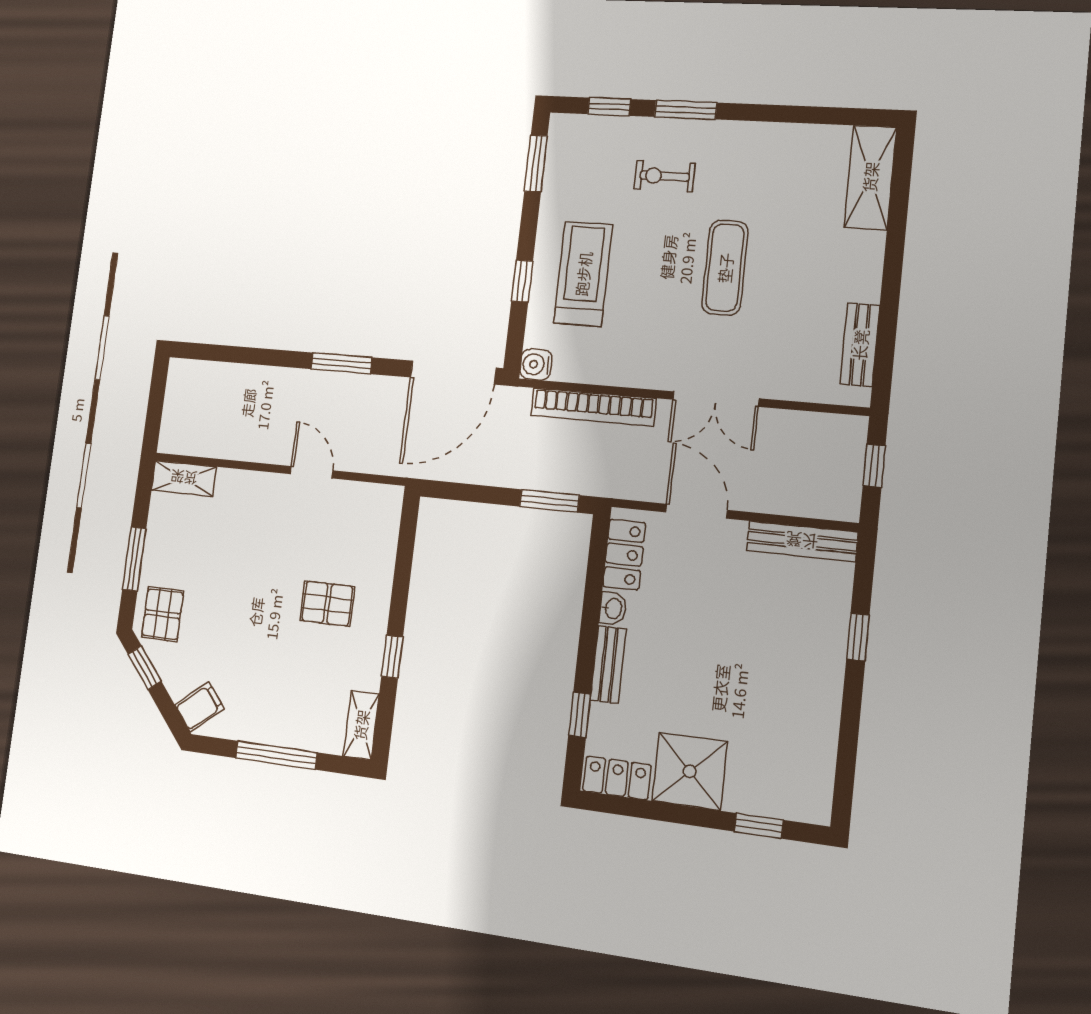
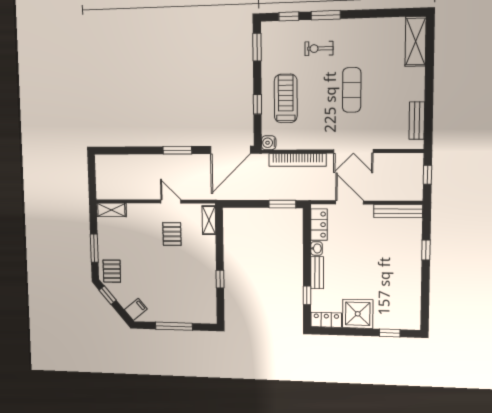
pallet: (327, 604) -> (172, 234), moved, turned 90
shelving: (361, 725) -> (209, 220), moved

